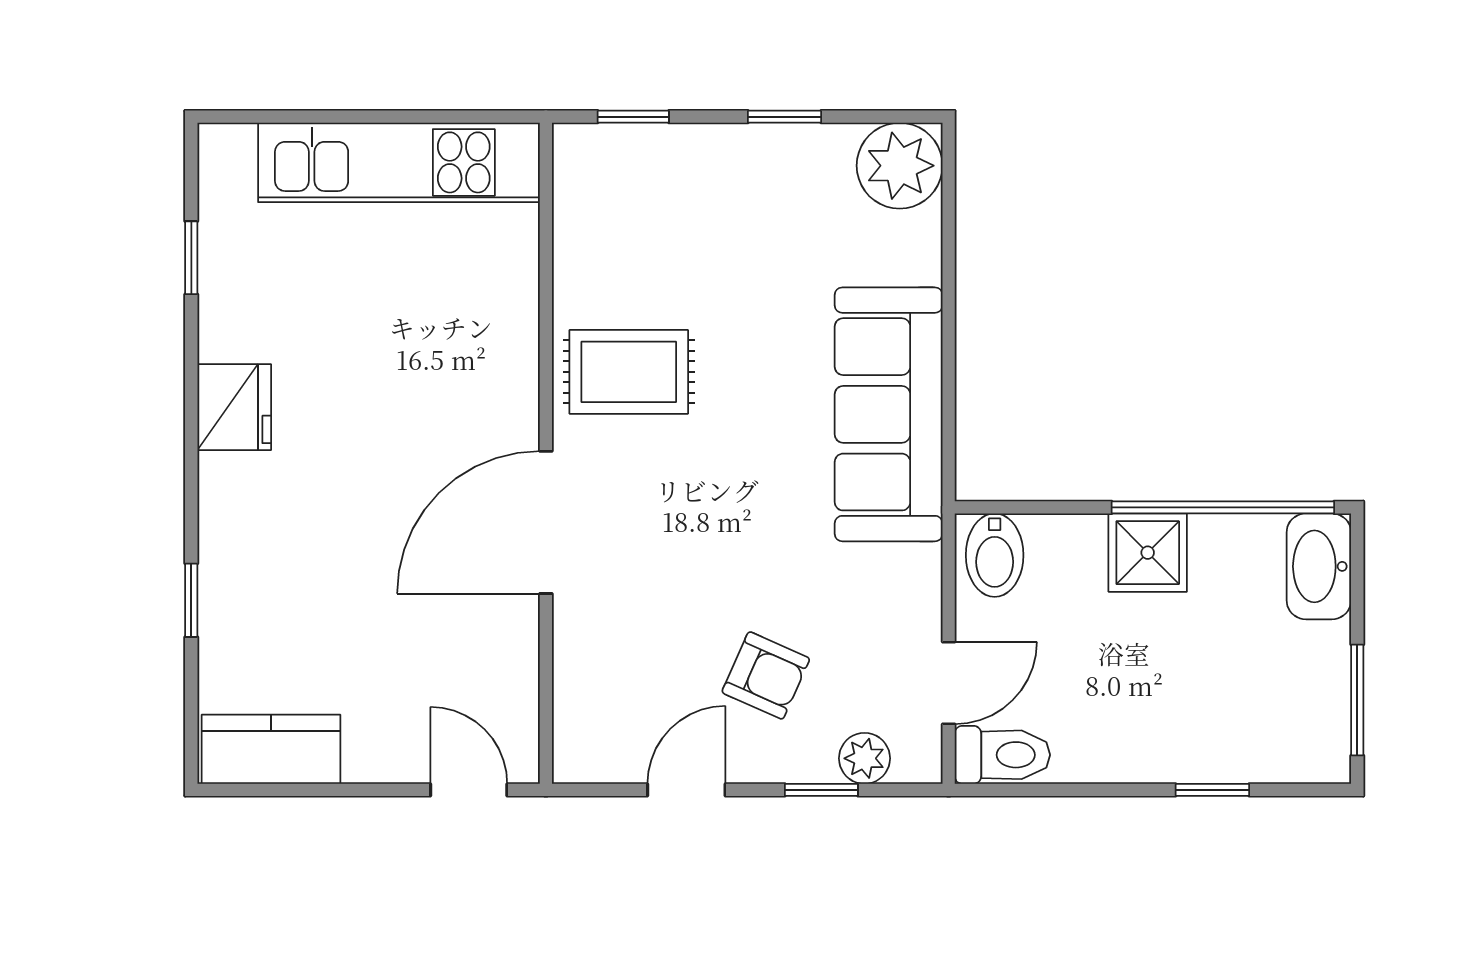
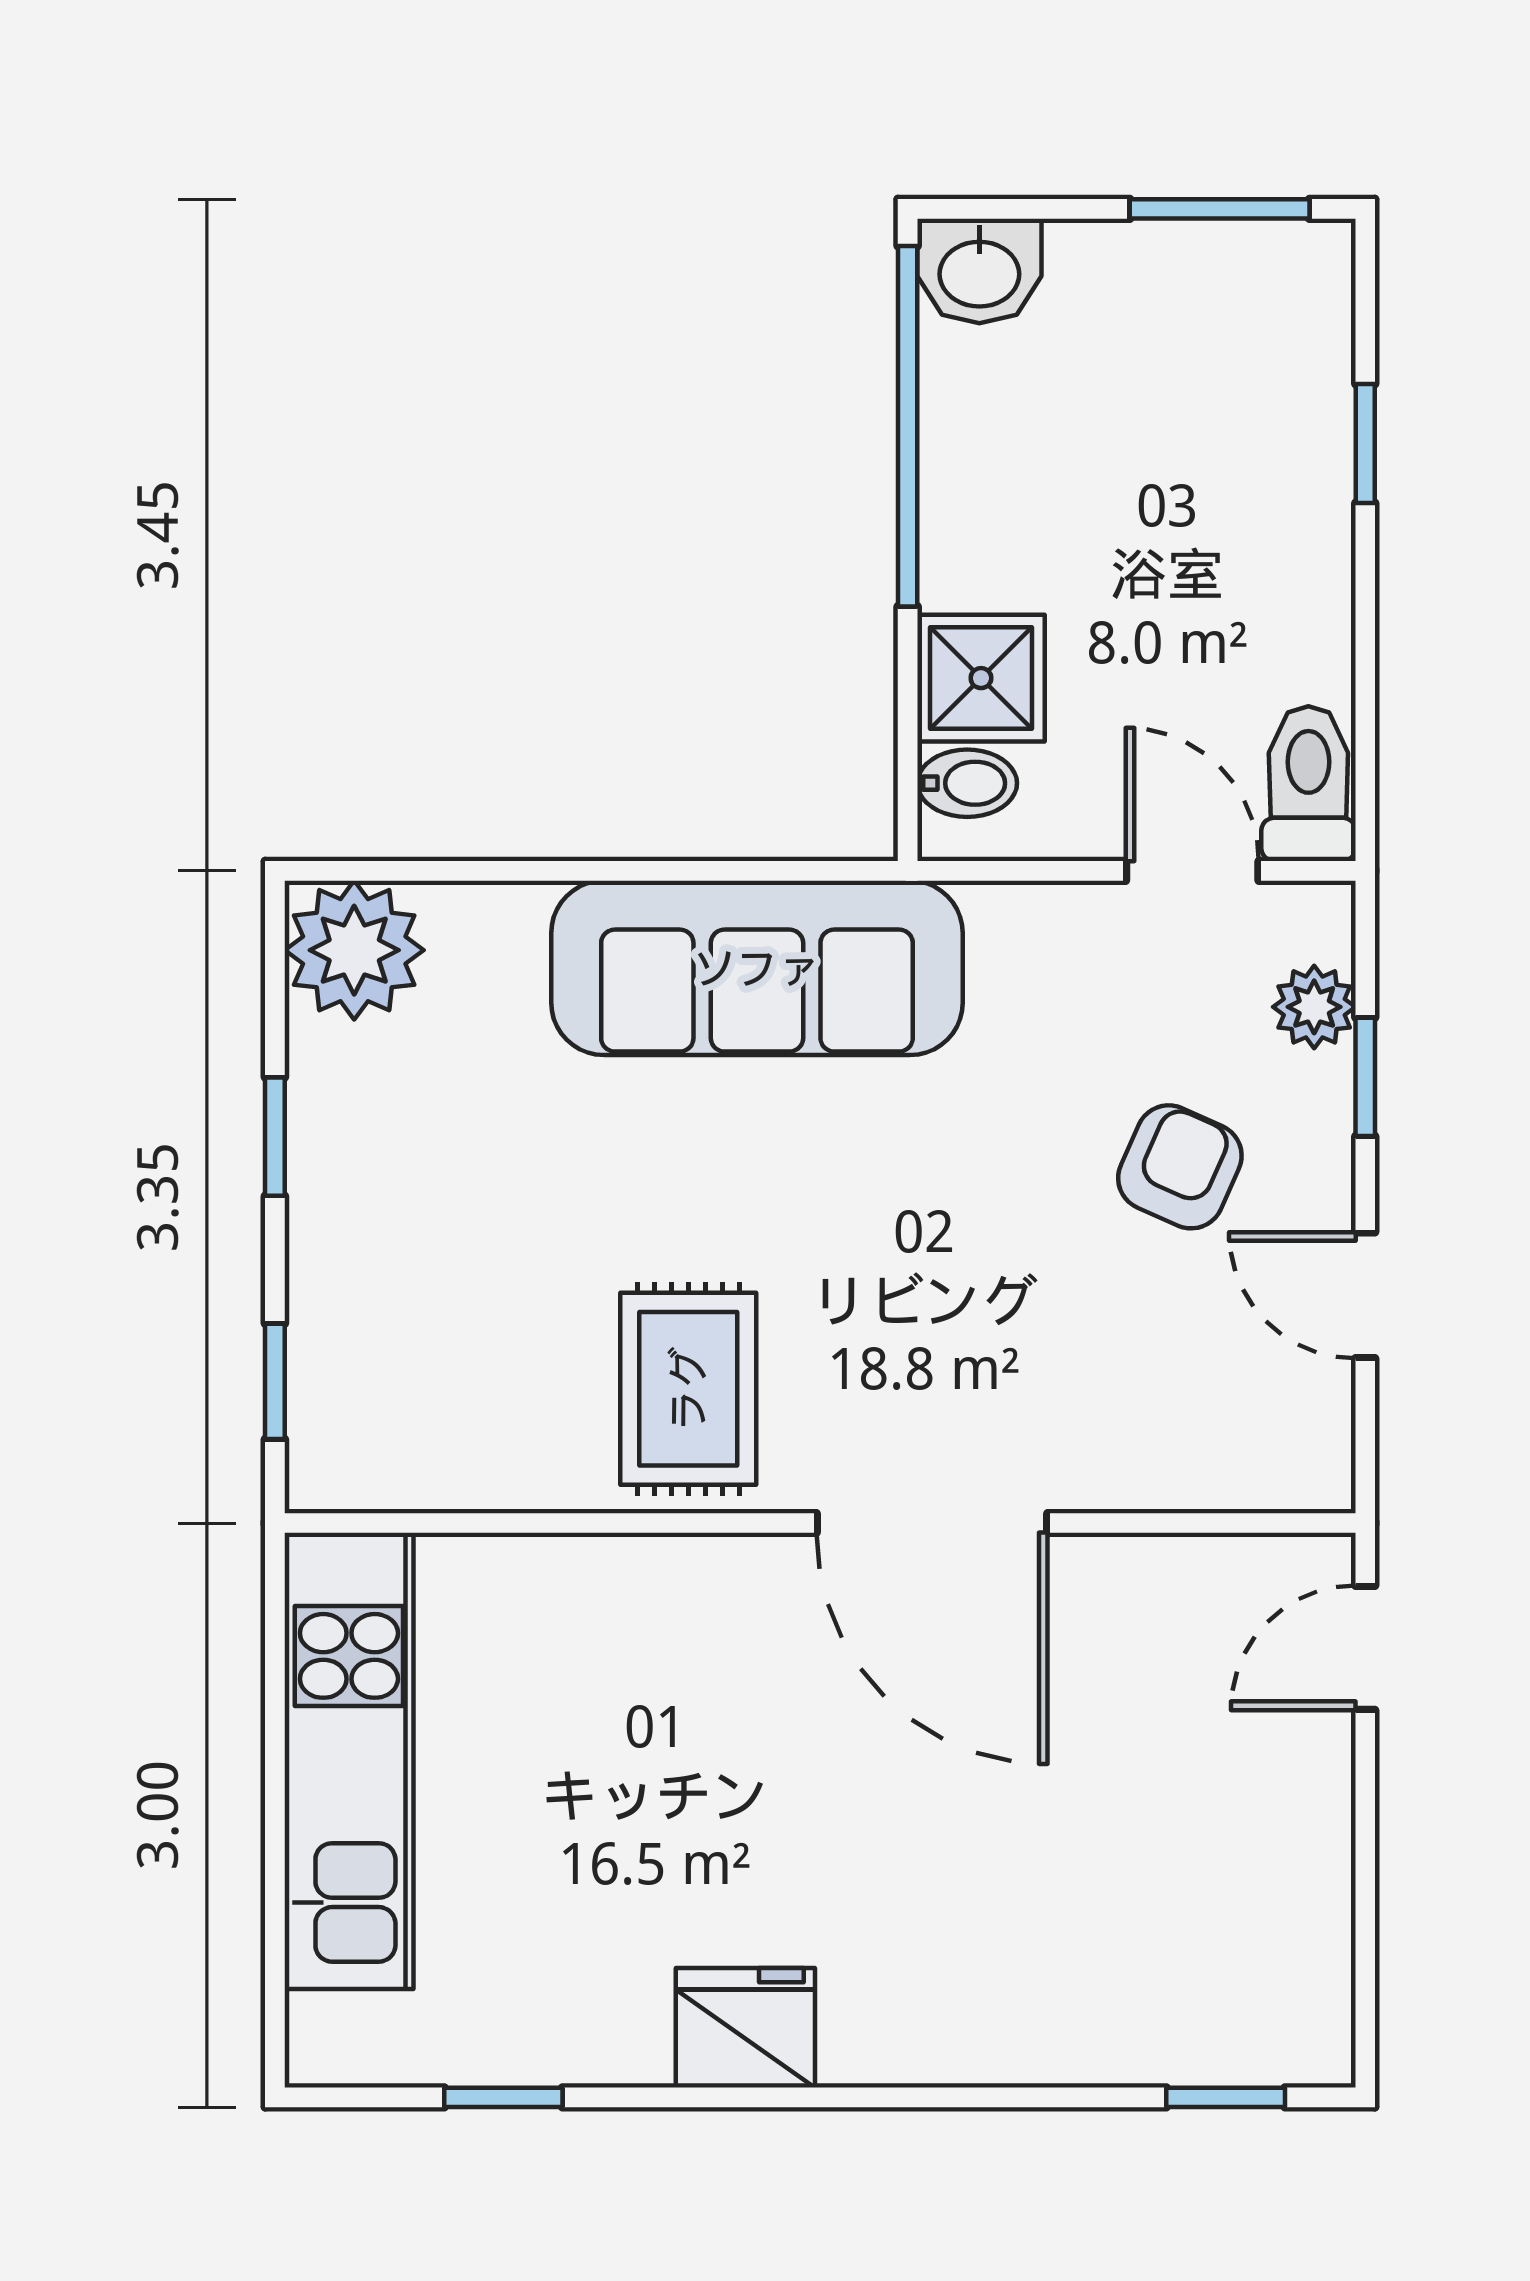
shower: (1148, 553) -> (981, 678), moved
bidet: (995, 555) -> (967, 783), width x0.72, depth x0.74
washbasin: (1319, 566) -> (979, 271), width x0.72
window: (191, 600) -> (1226, 2097), moved
kitchen counter: (271, 749) -> (1299, 1968), removed

